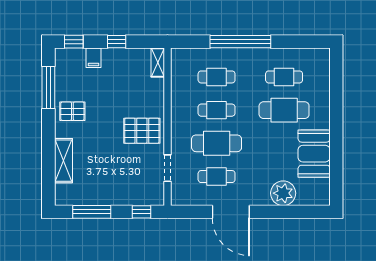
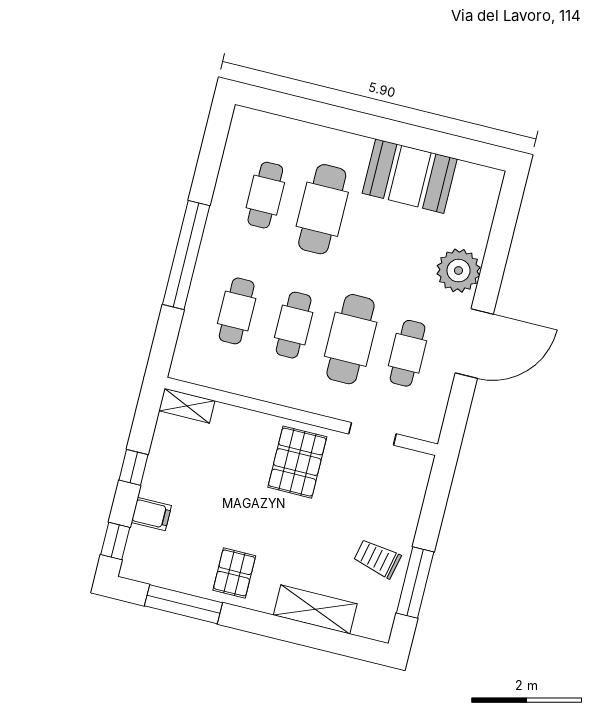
trolley: (100, 188) -> (377, 559), added
plant: (283, 193) -> (458, 271), moved
window: (142, 212) -> (436, 497), removed

